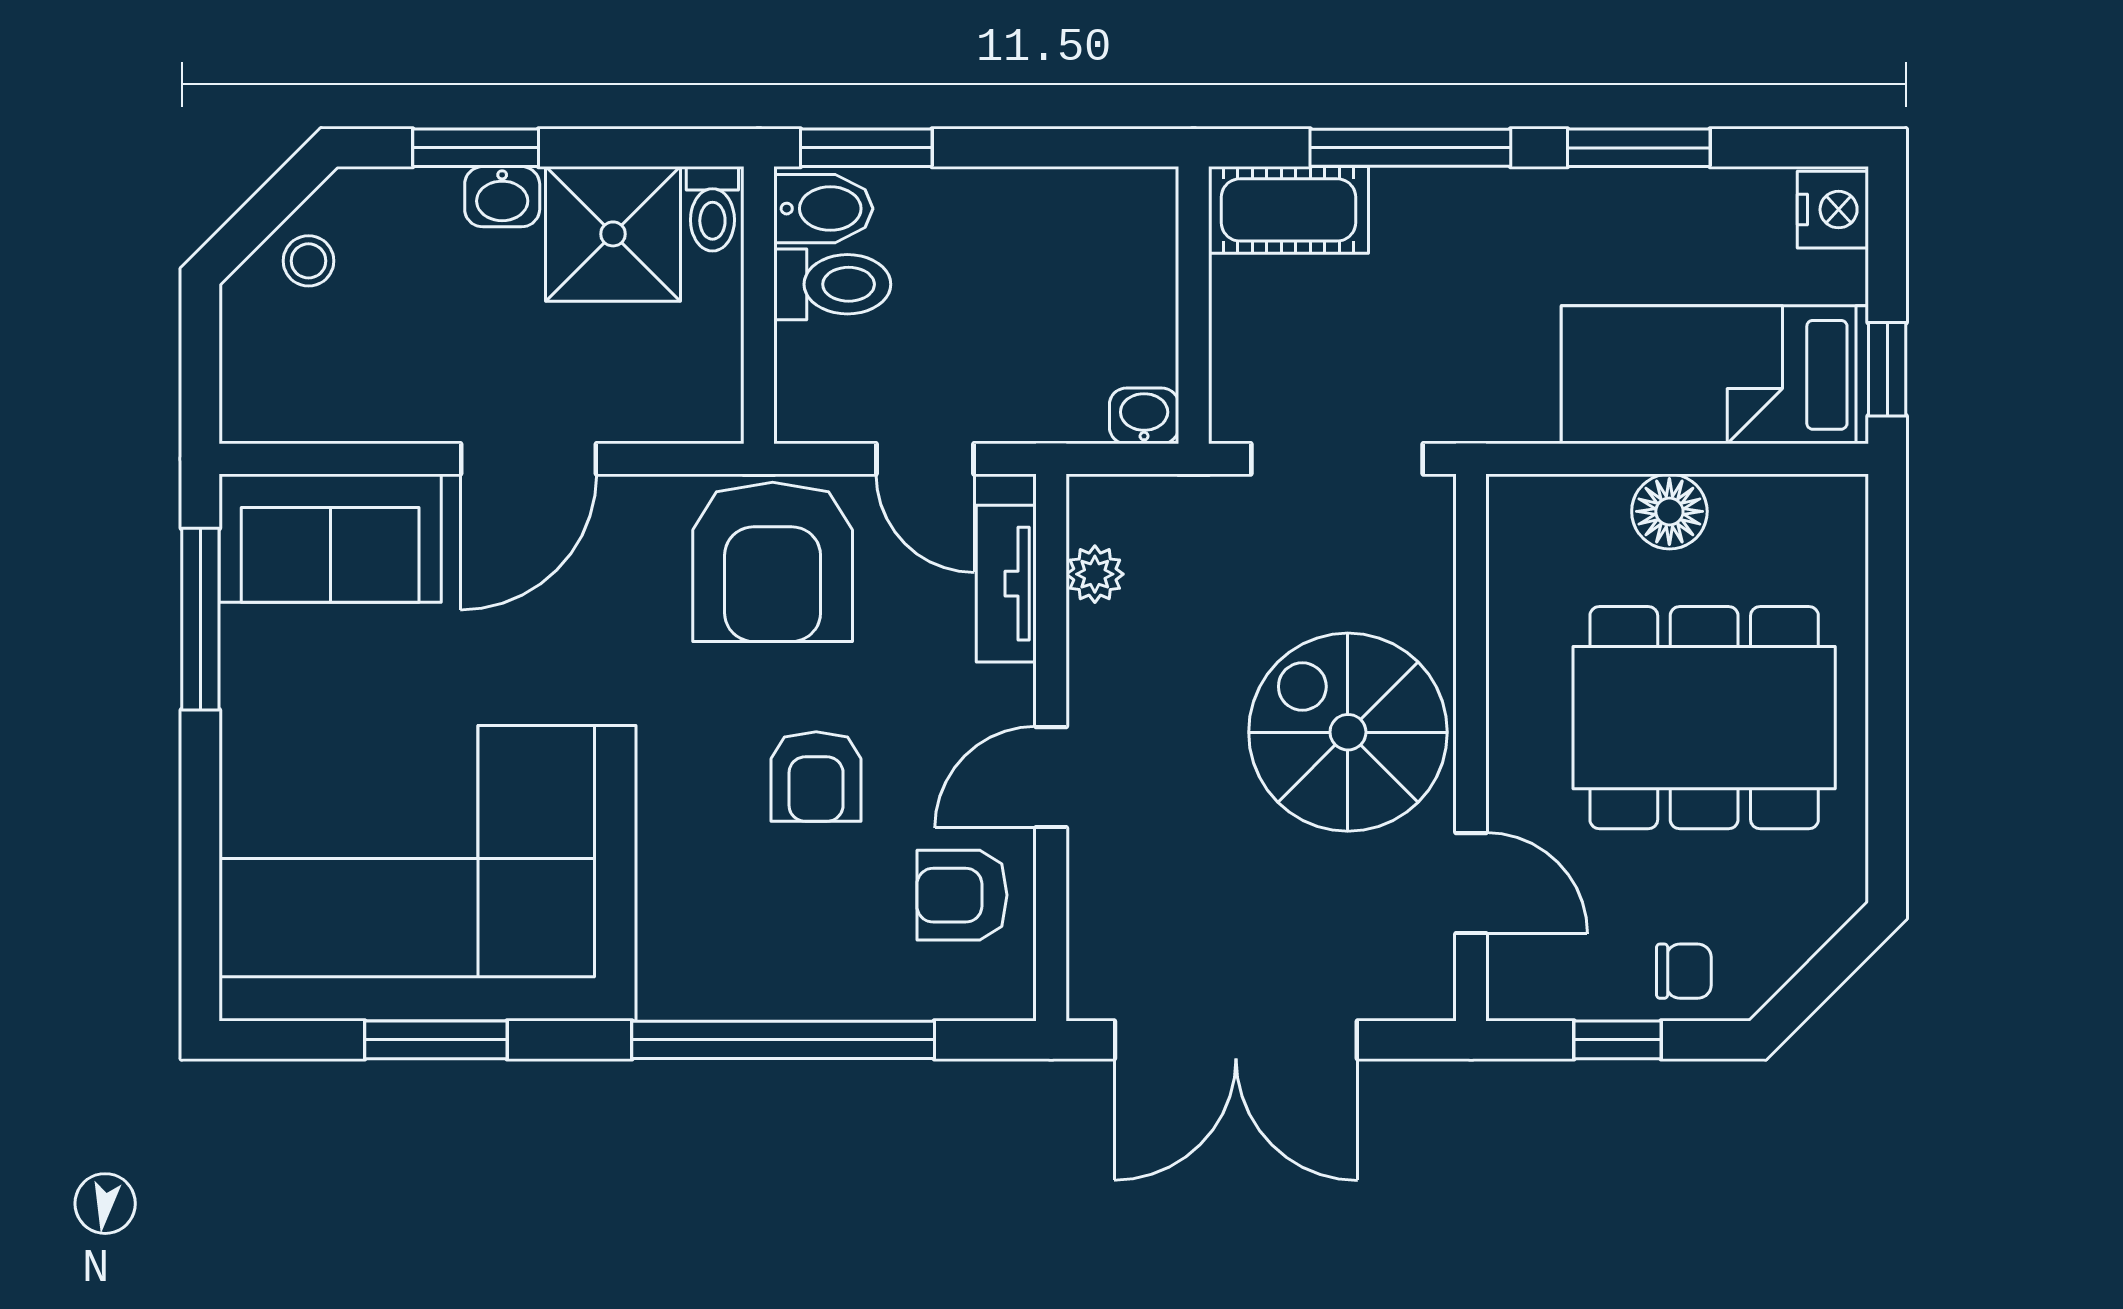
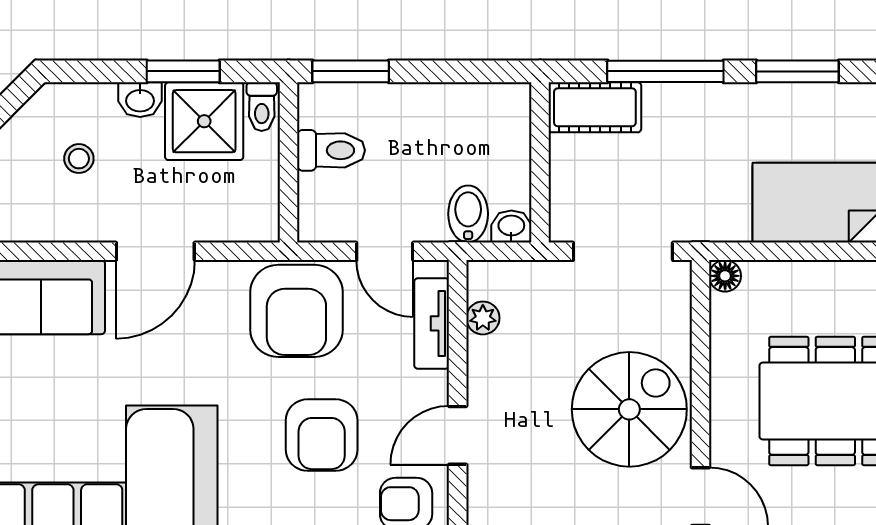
window: (476, 148) -> (183, 71), moved
bidet: (823, 209) -> (468, 214), moved, turned -90
stool: (309, 261) -> (79, 159), moved
floor lamp: (1669, 511) -> (725, 276), moved, width x0.73, depth x0.73
spiral stairs: (1348, 732) -> (629, 409), turned 90
armchair: (816, 776) -> (322, 435), width x1.38, depth x1.38

